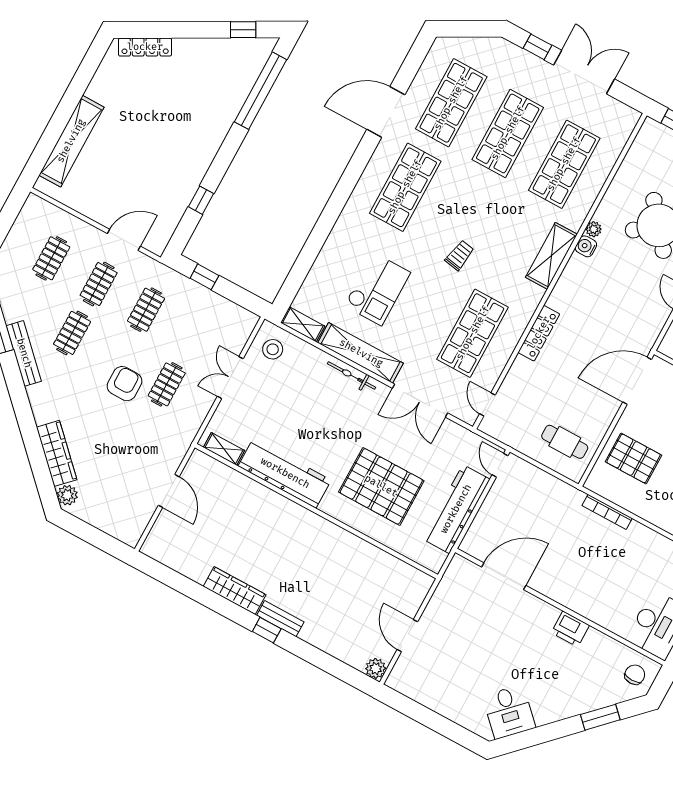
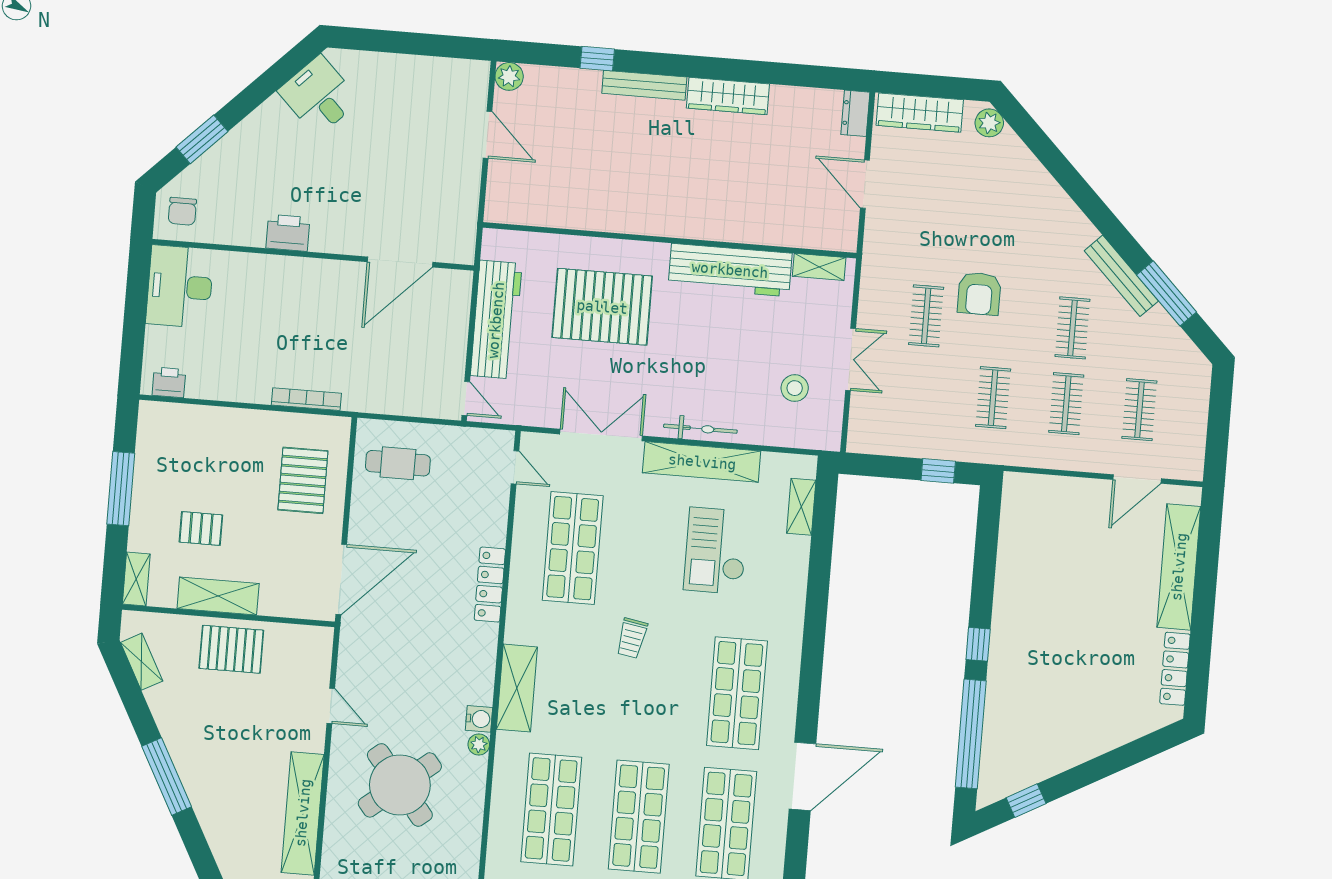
locker: (145, 47) -> (1175, 669), moved, turned -61
window: (201, 200) -> (978, 644), moved
door: (124, 240) -> (1137, 479), moved
shelving: (303, 324) -> (801, 507), moved, turned 90
stool: (273, 349) -> (795, 388), moved
wardrobe: (57, 453) -> (920, 113), moved, turned -45
pallet: (633, 458) -> (303, 480), turned 90
dresser: (154, 541) -> (855, 113), added
bench: (280, 619) -> (644, 85), width x1.36
window: (267, 630) -> (597, 59), moved

